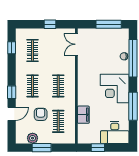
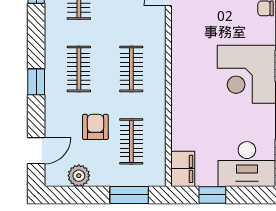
door: (12, 114) -> (36, 151), moved
filing cabinet: (83, 115) -> (183, 169), moved
window: (42, 148) -> (129, 195), moved

